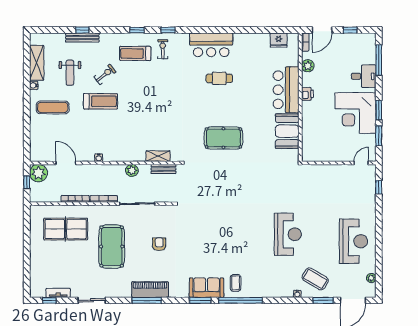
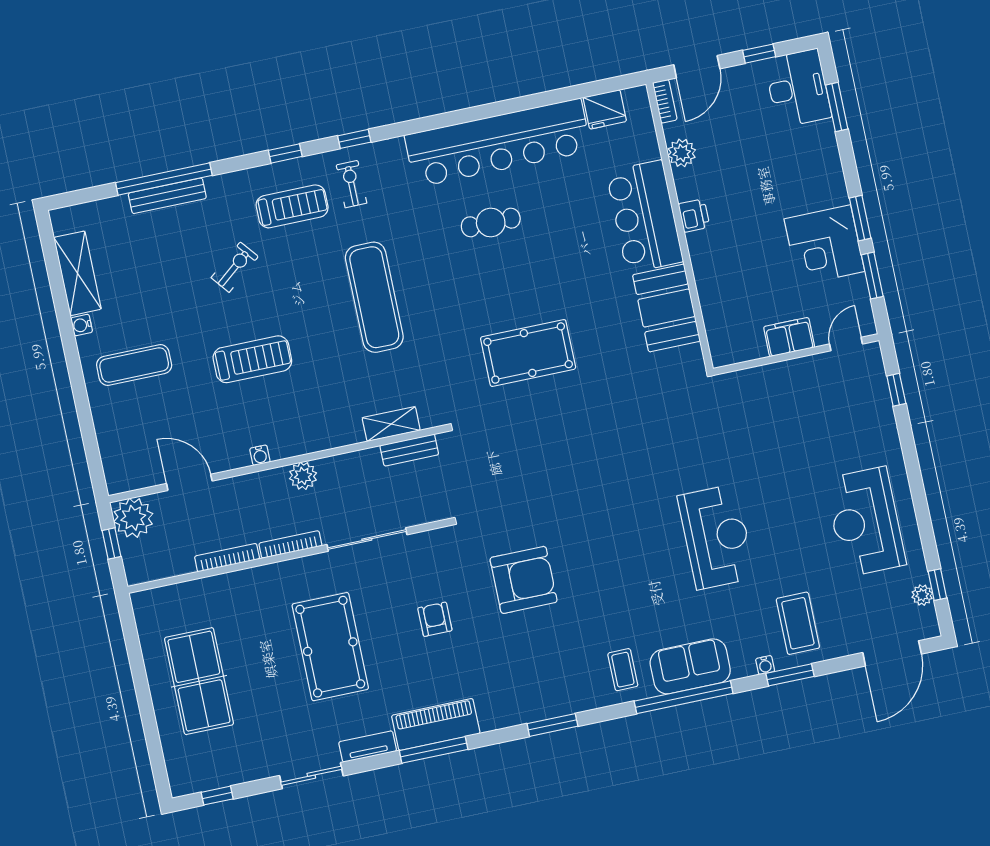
window: (82, 30) -> (164, 179), width x3.17
bar counter: (211, 45) -> (498, 143), width x1.86
treadmill: (135, 53) -> (292, 206), turned 180
window: (379, 60) -> (837, 107), width x0.69
weight bench: (70, 73) -> (156, 280), removed
desk: (364, 76) -> (798, 88), moved, width x1.37
exercise mat: (162, 100) -> (374, 297), added
treadmill: (101, 101) -> (252, 359), moved
corner desk: (355, 113) -> (824, 245), width x0.74, depth x0.74
filing cabinet: (337, 155) -> (789, 337), added
plant: (132, 170) -> (303, 476), moved
table tennis table: (66, 229) -> (199, 681), moved, turned 90
armchair: (201, 235) -> (524, 580), added
reception desk: (353, 241) -> (865, 522), turned 180
window: (379, 275) -> (937, 585), added
coffee table: (315, 279) -> (798, 623), turned 59
sofa: (207, 288) -> (690, 666), moved
tv unit: (58, 293) -> (368, 747), moved
window: (240, 300) -> (684, 697), moved
window: (323, 300) -> (790, 675), moved

